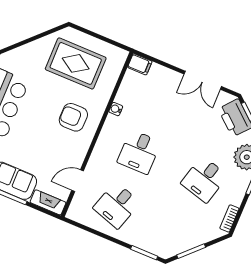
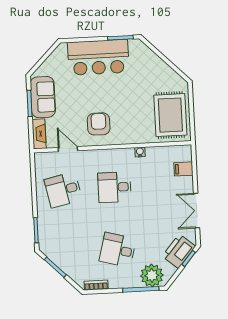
rug: (76, 63) -> (170, 115), moved
filing cabinet: (140, 64) -> (183, 169), moved, turned 90
armchair: (73, 117) -> (99, 124), moved
desk: (117, 205) -> (63, 190), turned -30

